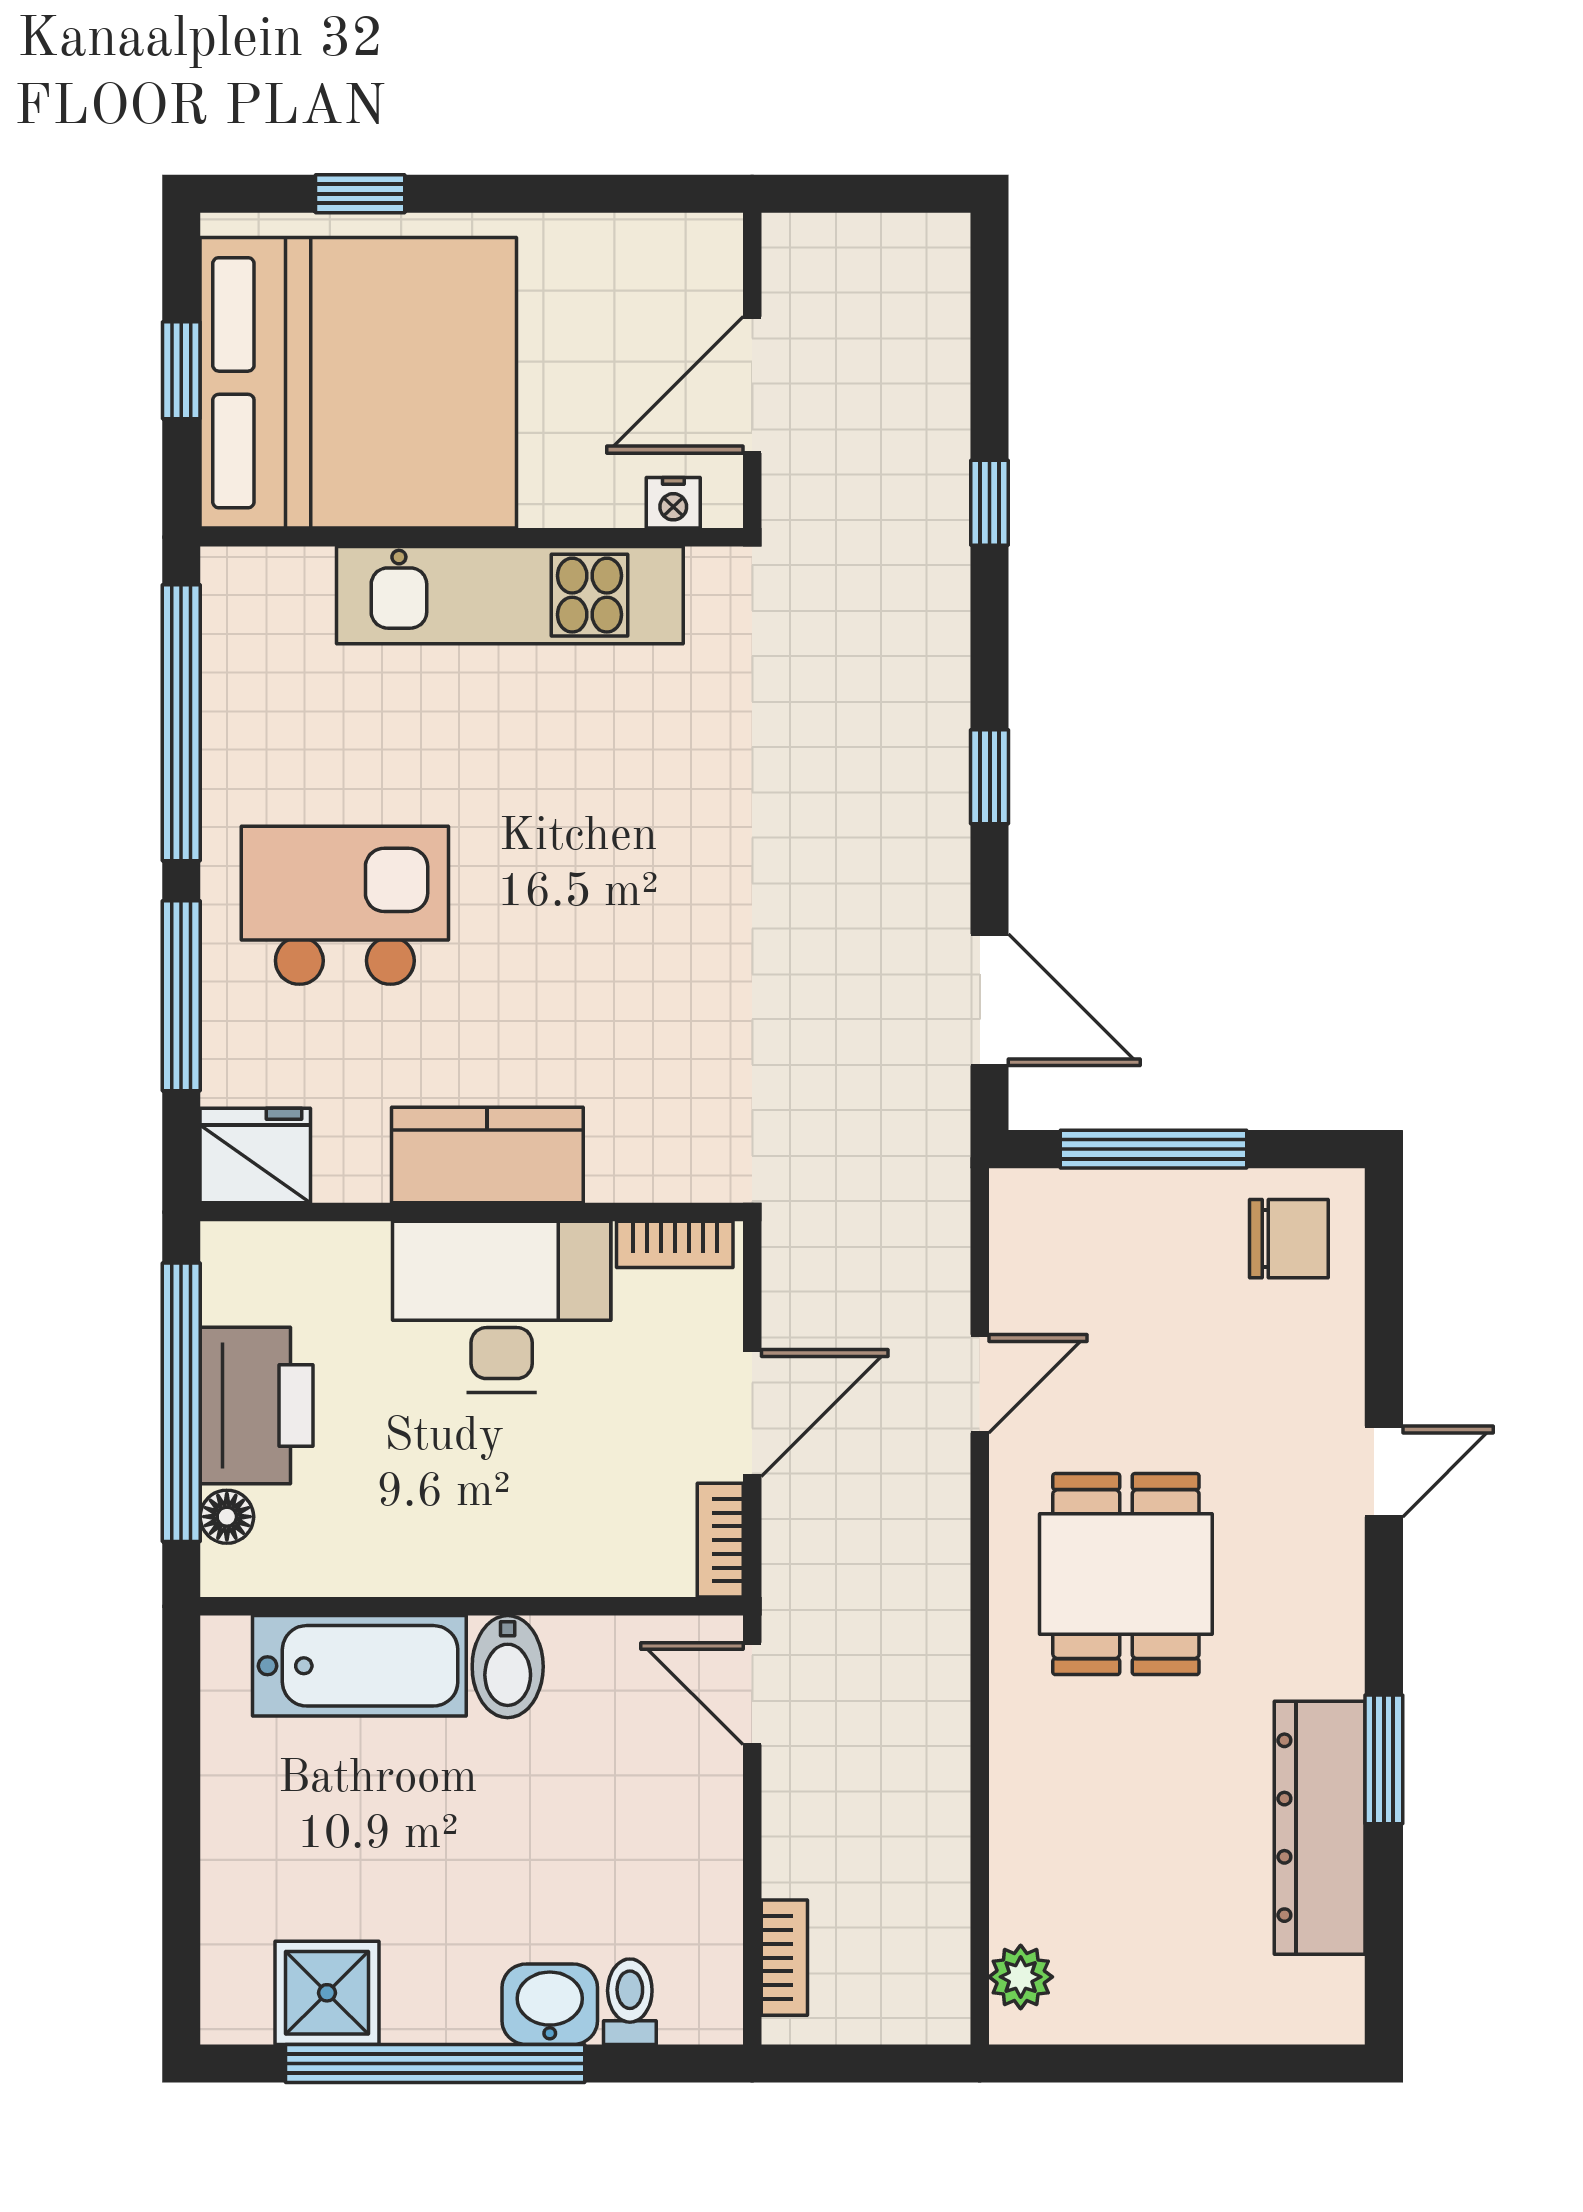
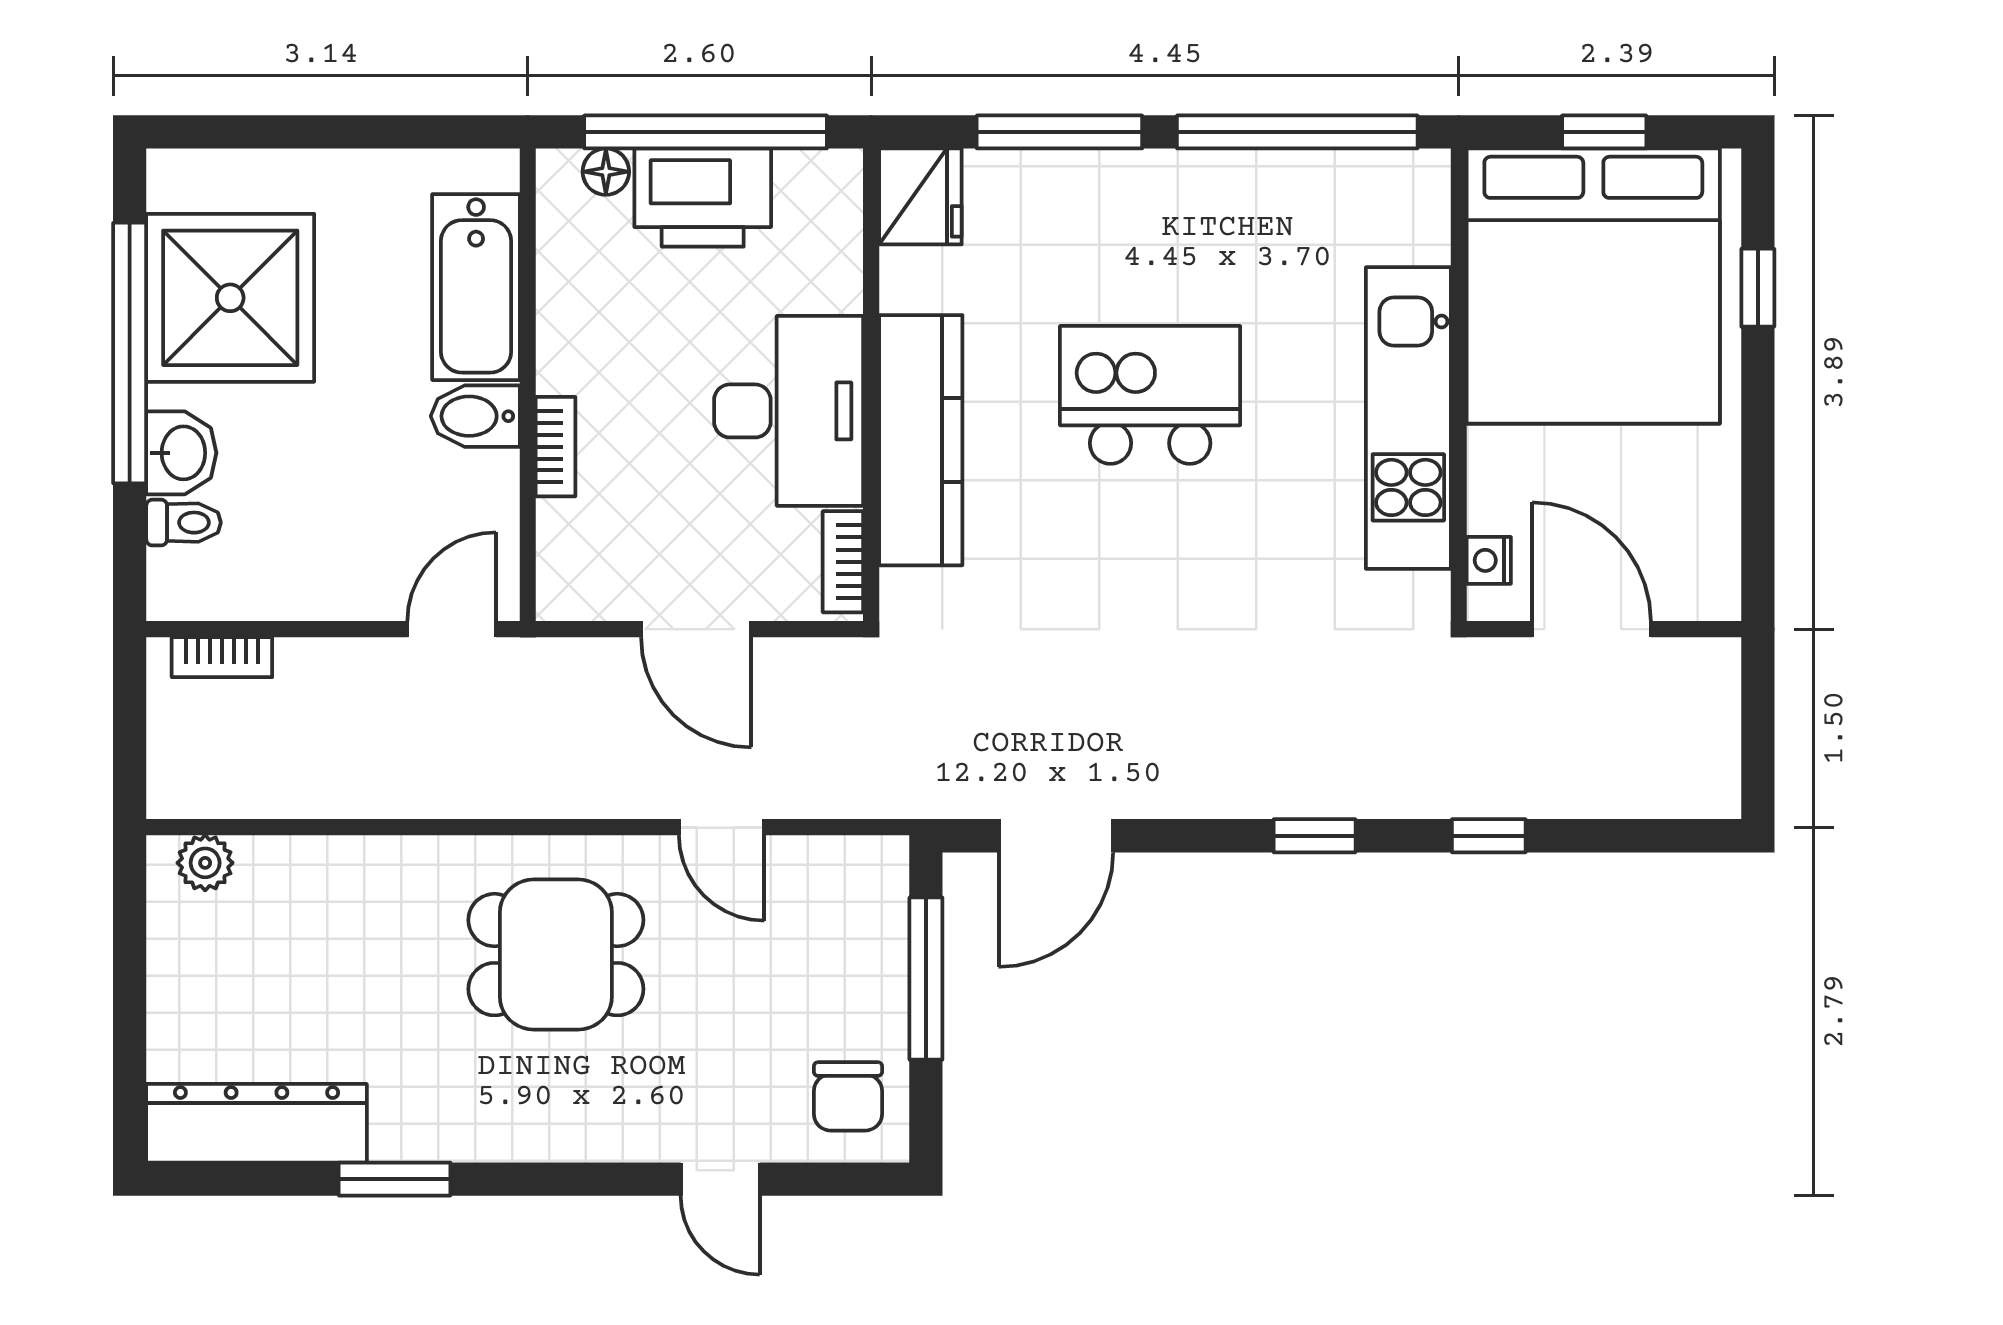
window: (990, 777) -> (1315, 836), moved
kitchen island: (345, 905) -> (1150, 395), moved, turned -90
kitchen counter: (487, 1155) -> (921, 440), width x1.50
door: (1384, 1471) -> (720, 1179), moved
bookcase: (720, 1540) -> (556, 447), moved, turned 90
dresser: (1320, 1828) -> (257, 1123), moved
shower: (327, 1993) -> (230, 298), width x1.86, depth x1.86

